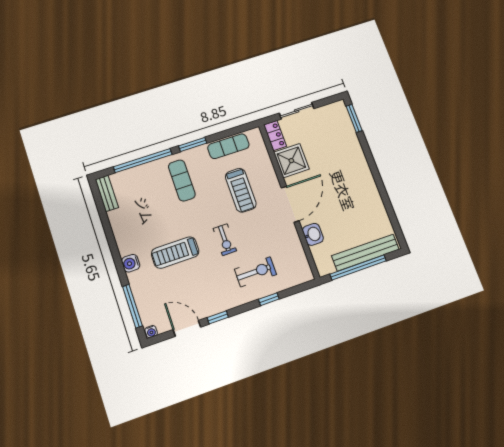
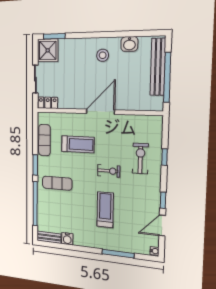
shower: (291, 161) -> (48, 50), moved
stool: (354, 184) -> (103, 55), added
door: (290, 204) -> (100, 112), hinge flipped
washbasin: (313, 234) -> (129, 44), moved, turned 180
treadmill: (175, 253) -> (105, 210), turned 180
water cooler: (131, 263) -> (67, 239), moved
window: (132, 306) -> (118, 254), moved

